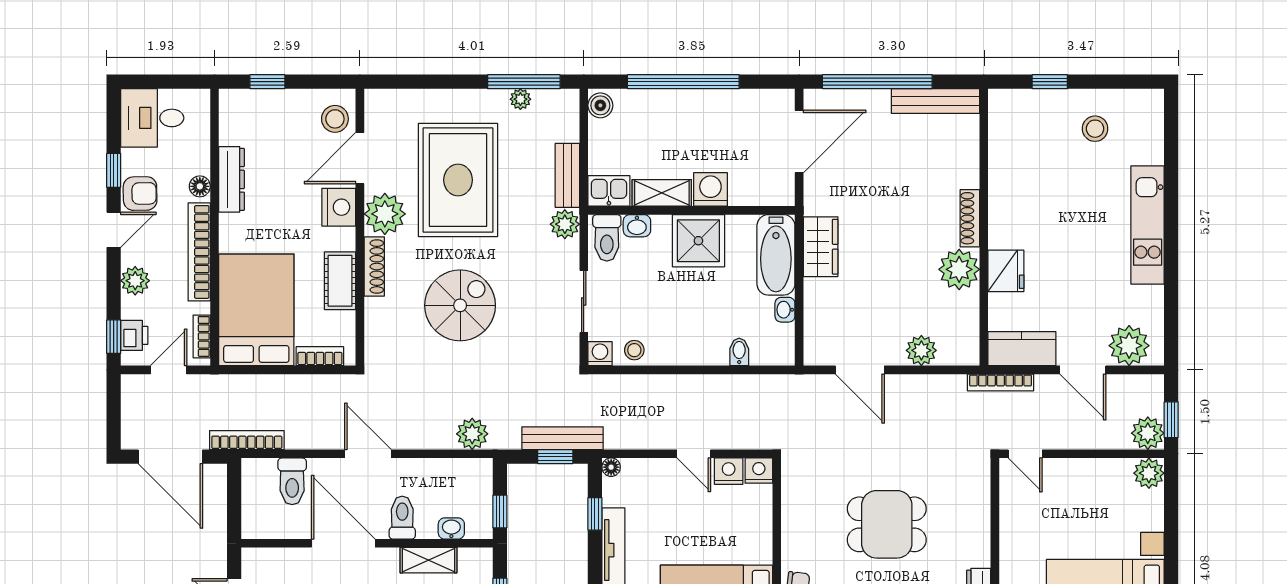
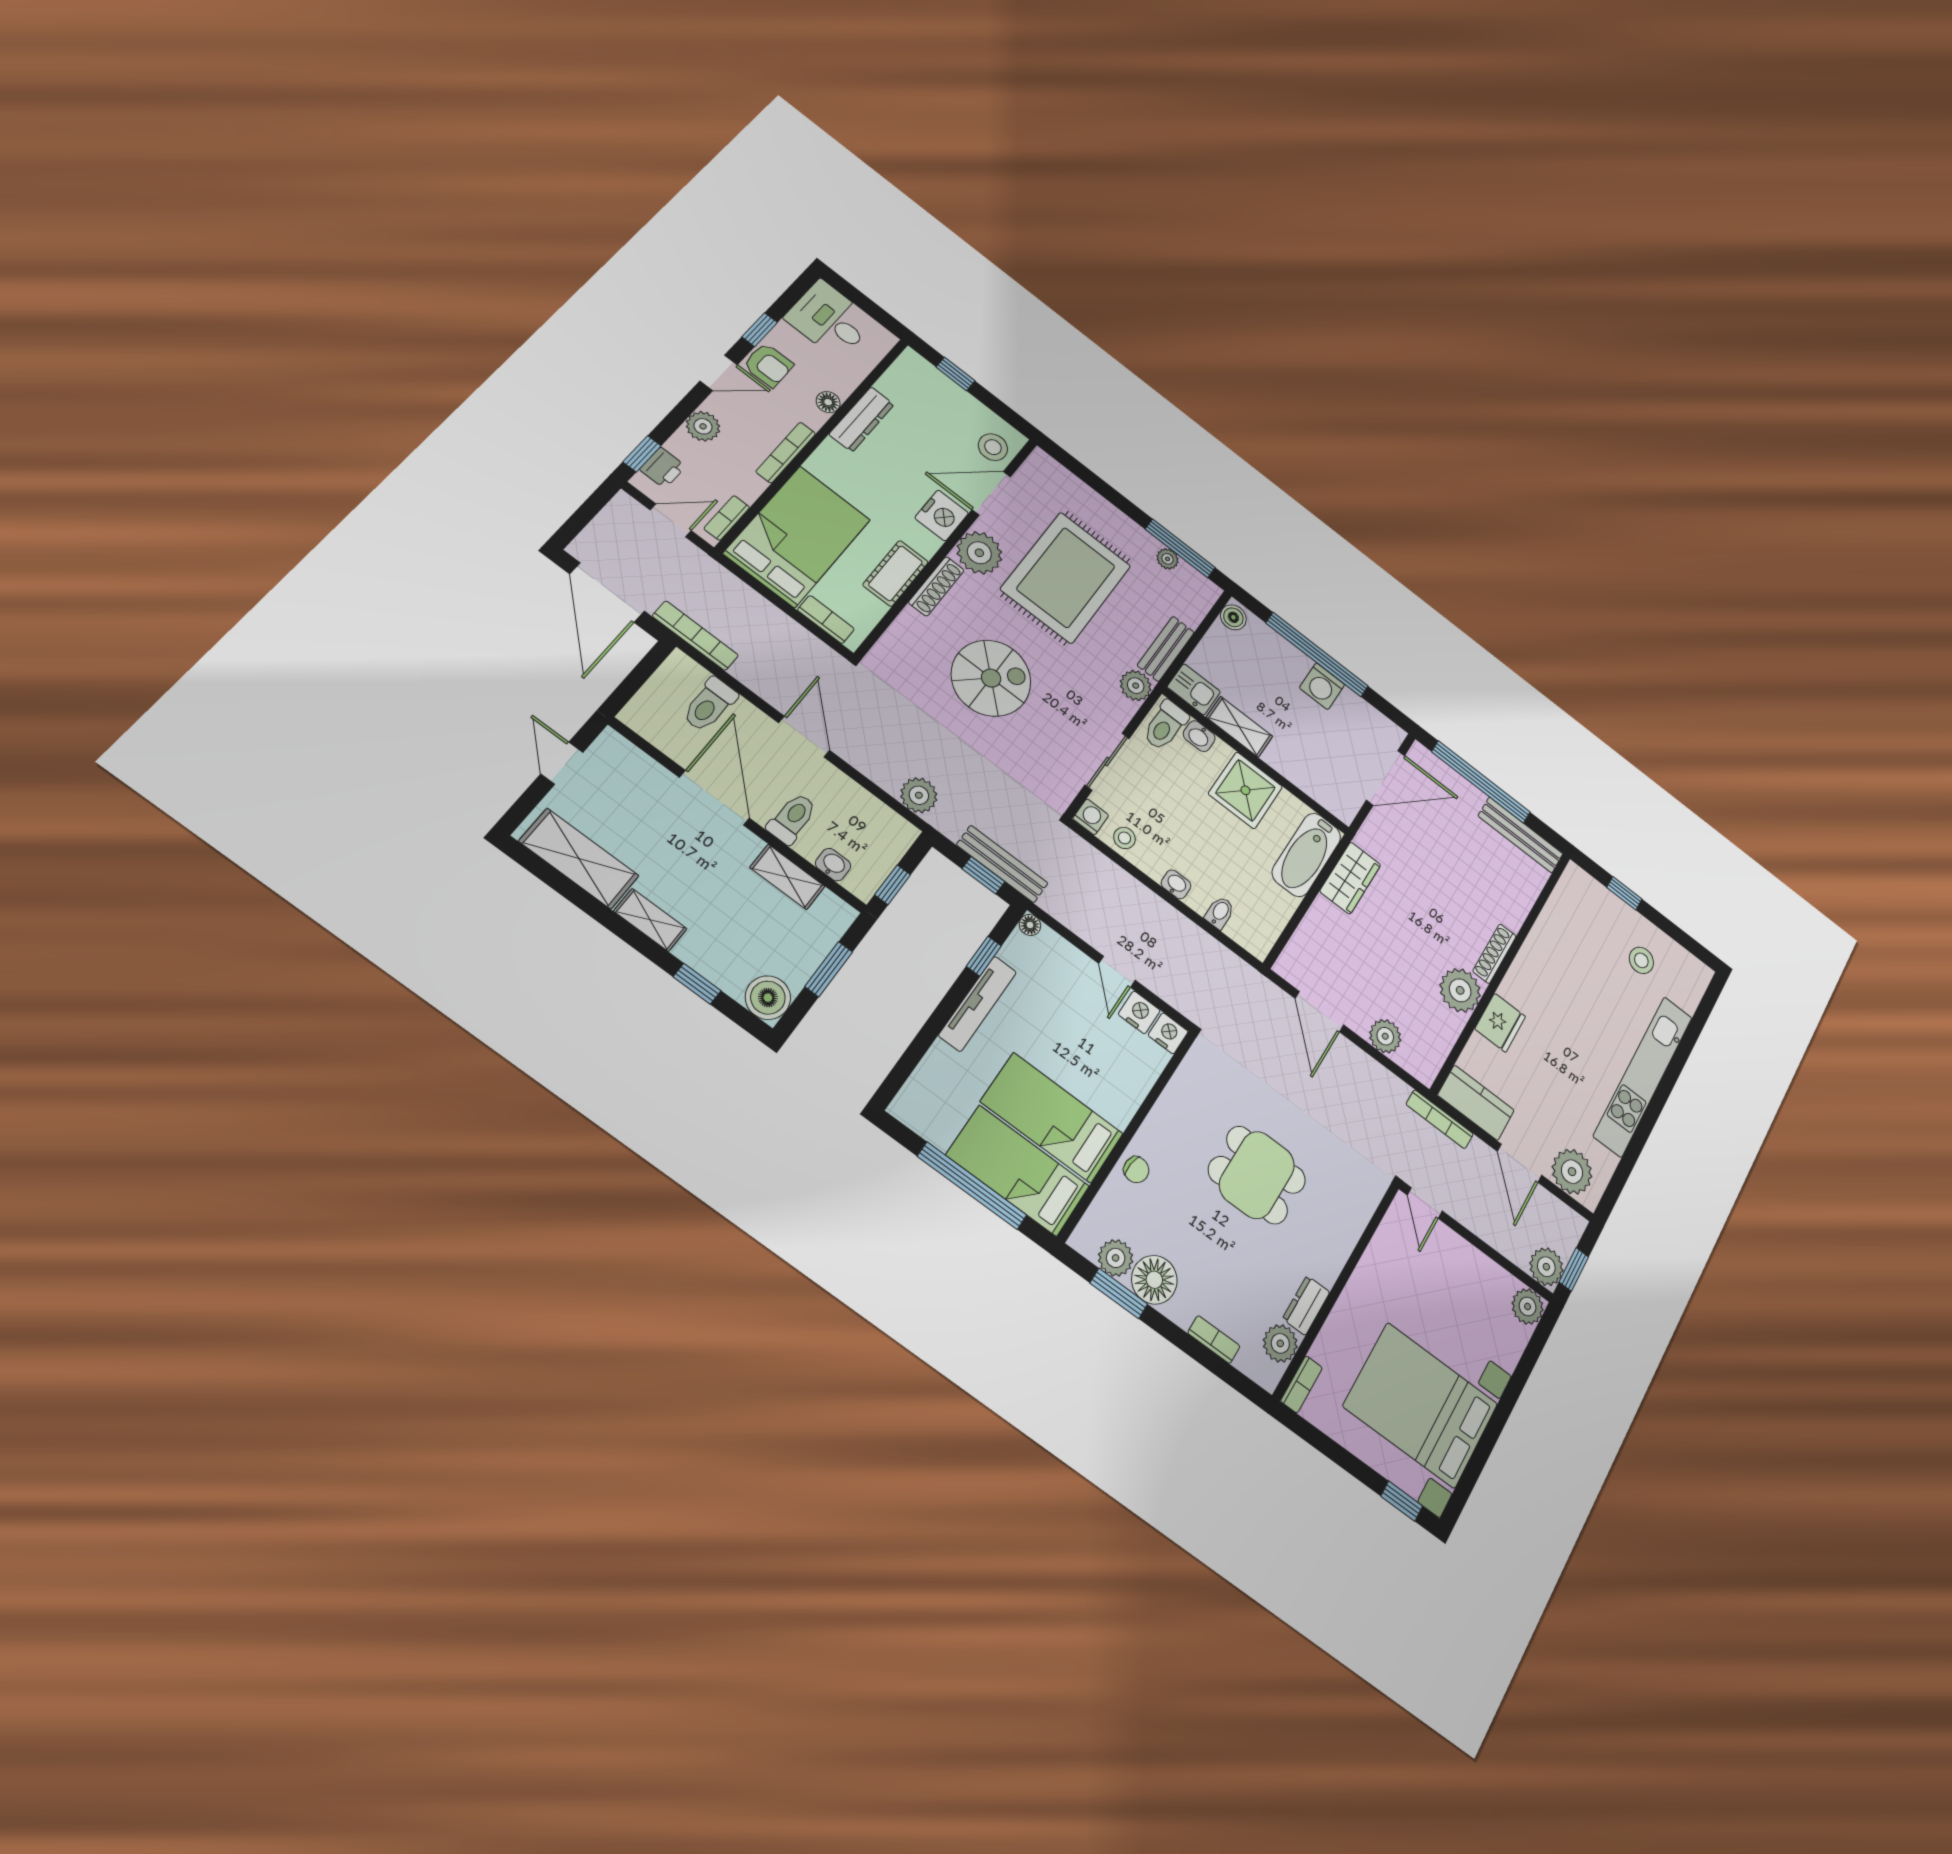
washing machine: (710, 189) -> (1322, 686), moved, turned 180
kitchen unit: (1148, 225) -> (1643, 1076), width x1.36
bookcase: (199, 252) -> (786, 453), width x0.68, depth x0.76
washbasin: (785, 310) -> (1176, 884), moved, turned 90

